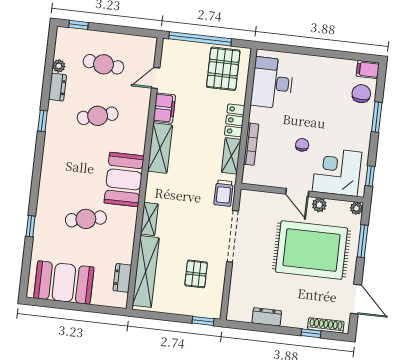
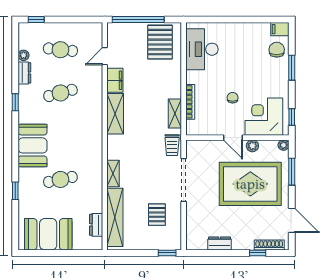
locker: (235, 120) -> (174, 84), removed
booth: (124, 179) -> (33, 145), moved

